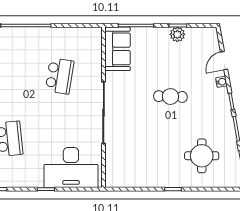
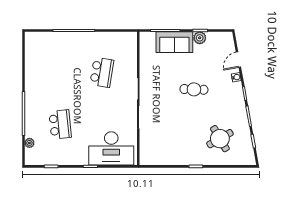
sofa: (118, 49) -> (174, 42), moved, turned 90
round table: (202, 156) -> (220, 139), turned -30

